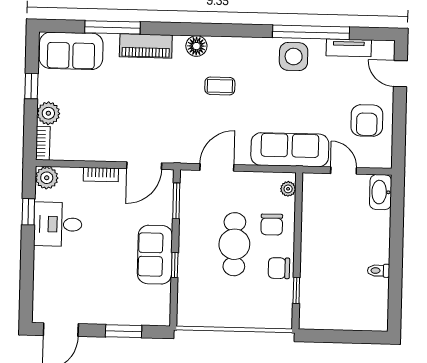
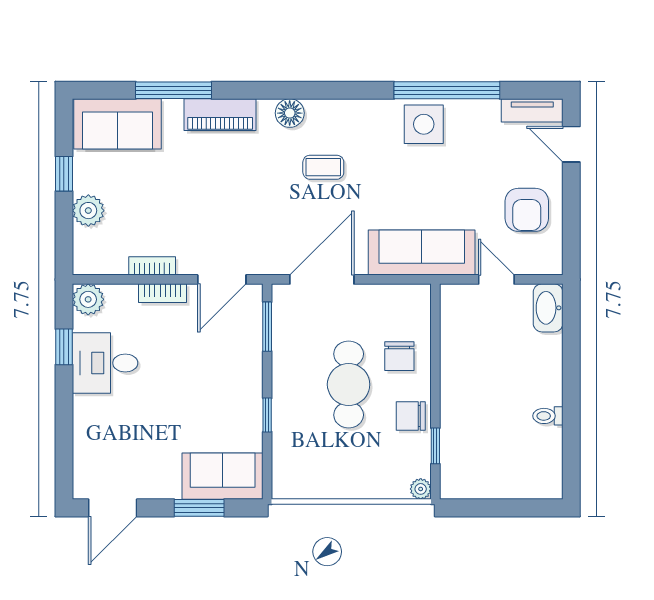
tv unit: (349, 48) -> (532, 110), moved
bookcase: (43, 143) -> (152, 266), moved, turned -90
door: (217, 167) -> (322, 279), width x1.36
plant: (288, 189) -> (421, 489), moved
sofa: (155, 255) -> (223, 476), moved, turned 90

